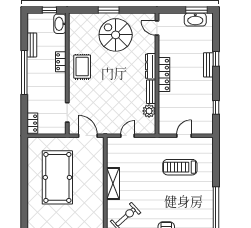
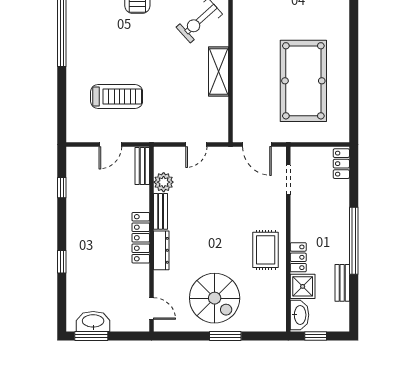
shower: (58, 43) -> (303, 286), added
bench: (208, 65) -> (142, 166), moved

